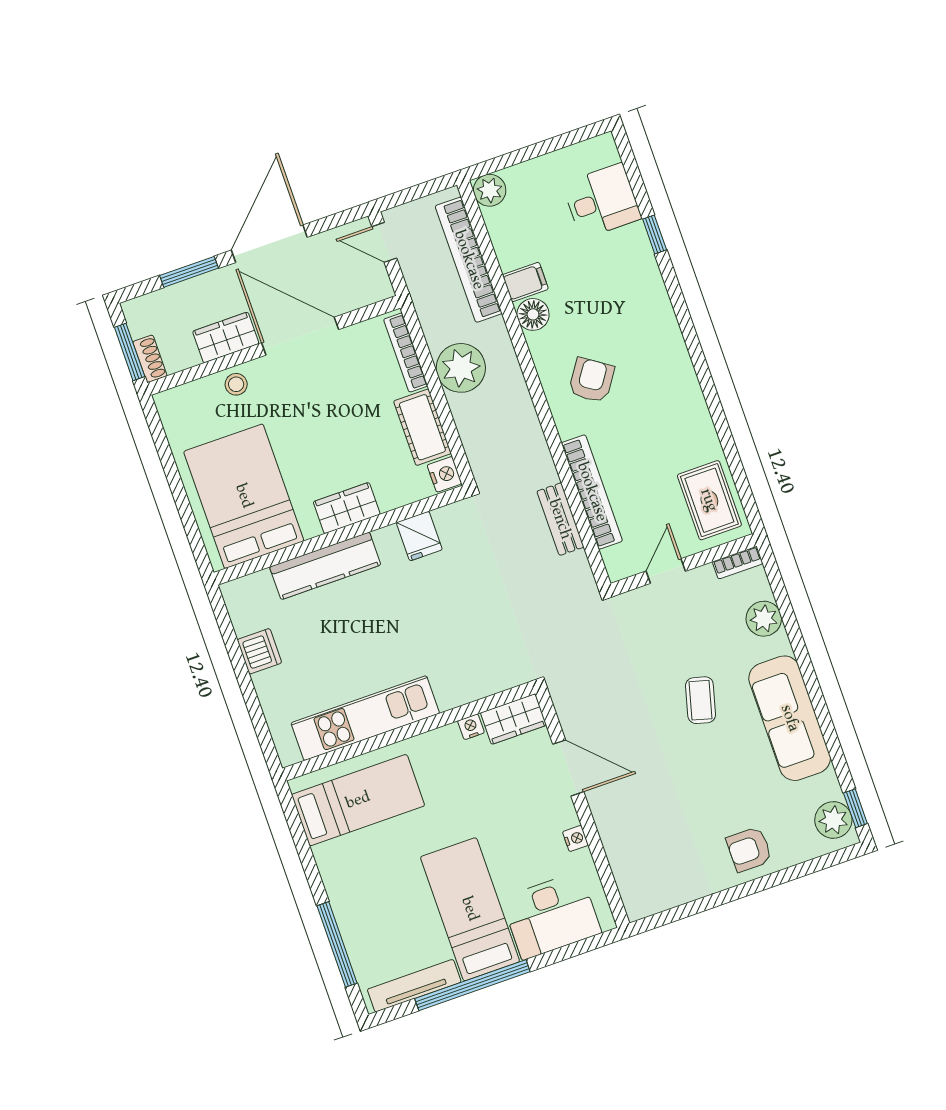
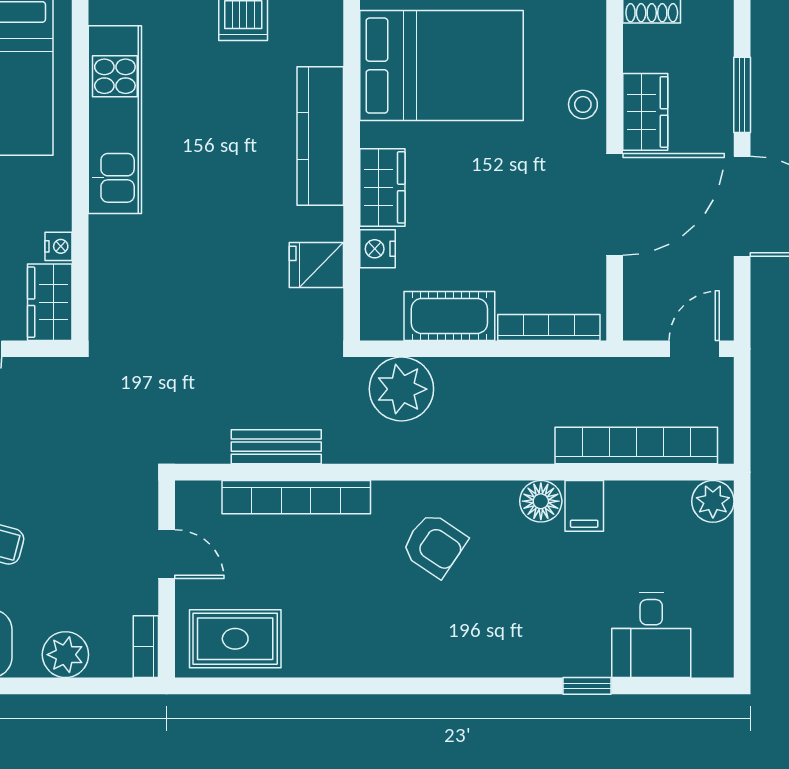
plant: (461, 368) -> (401, 389), moved
nightstand: (444, 474) -> (377, 249), moved, turned 90

